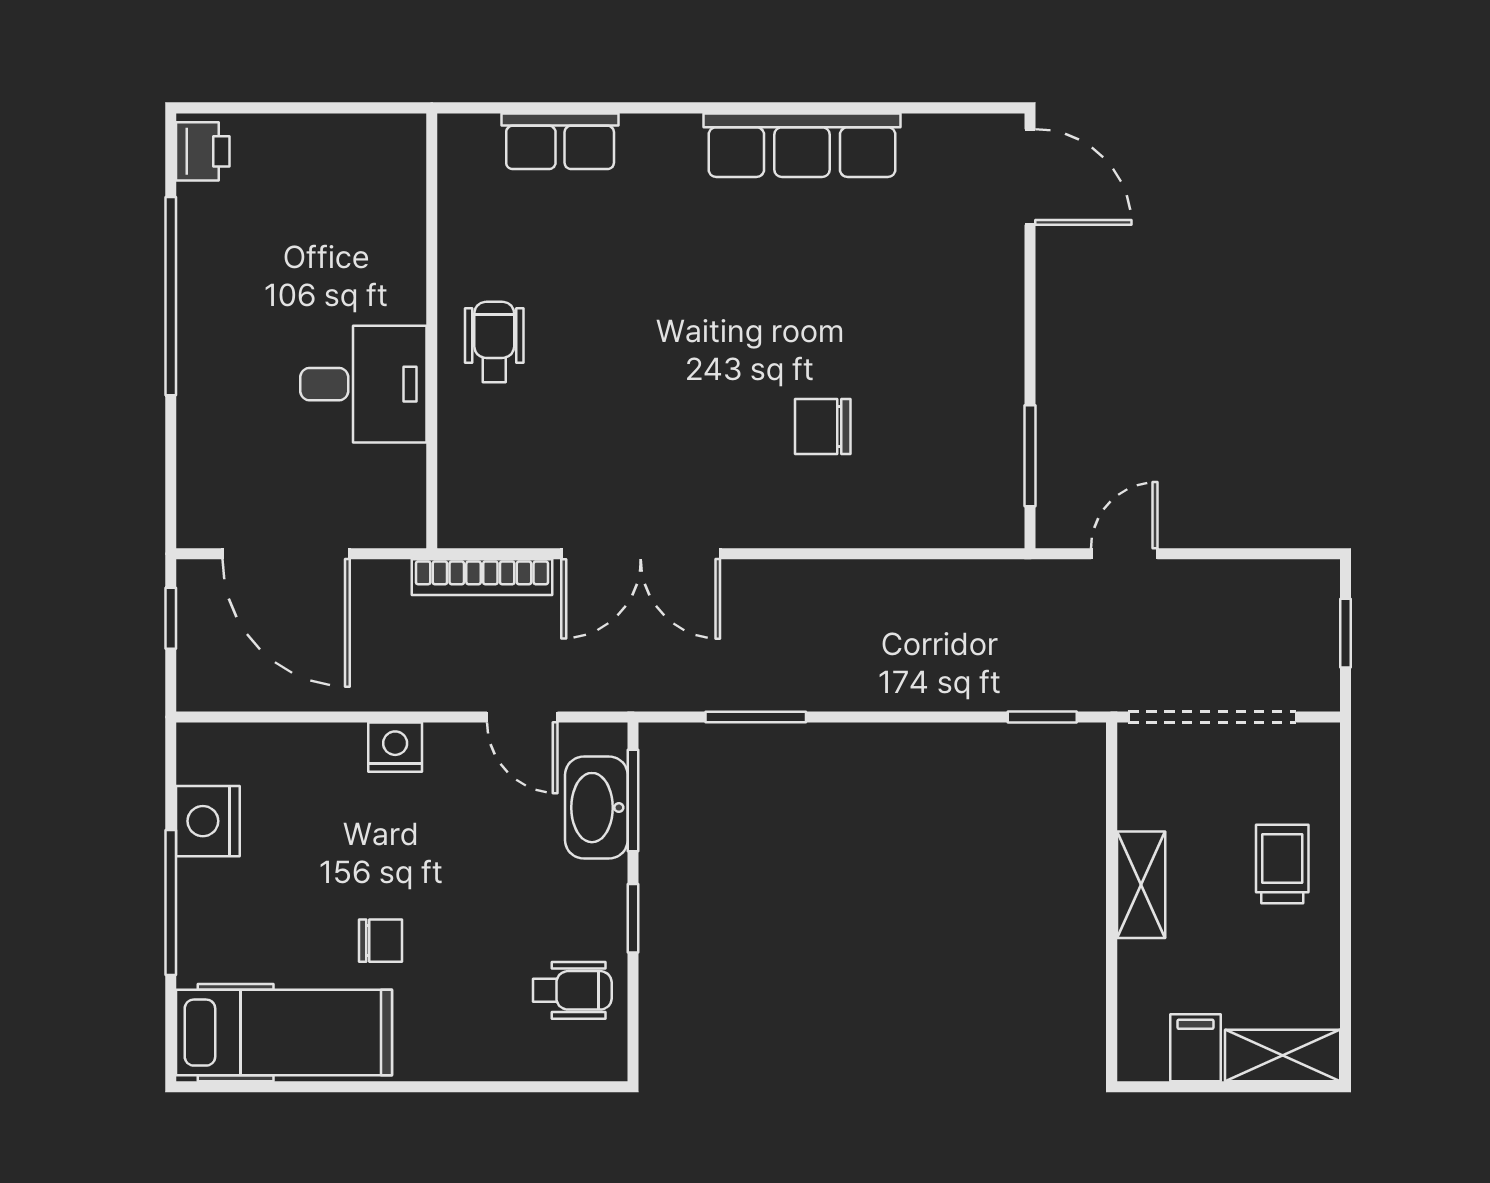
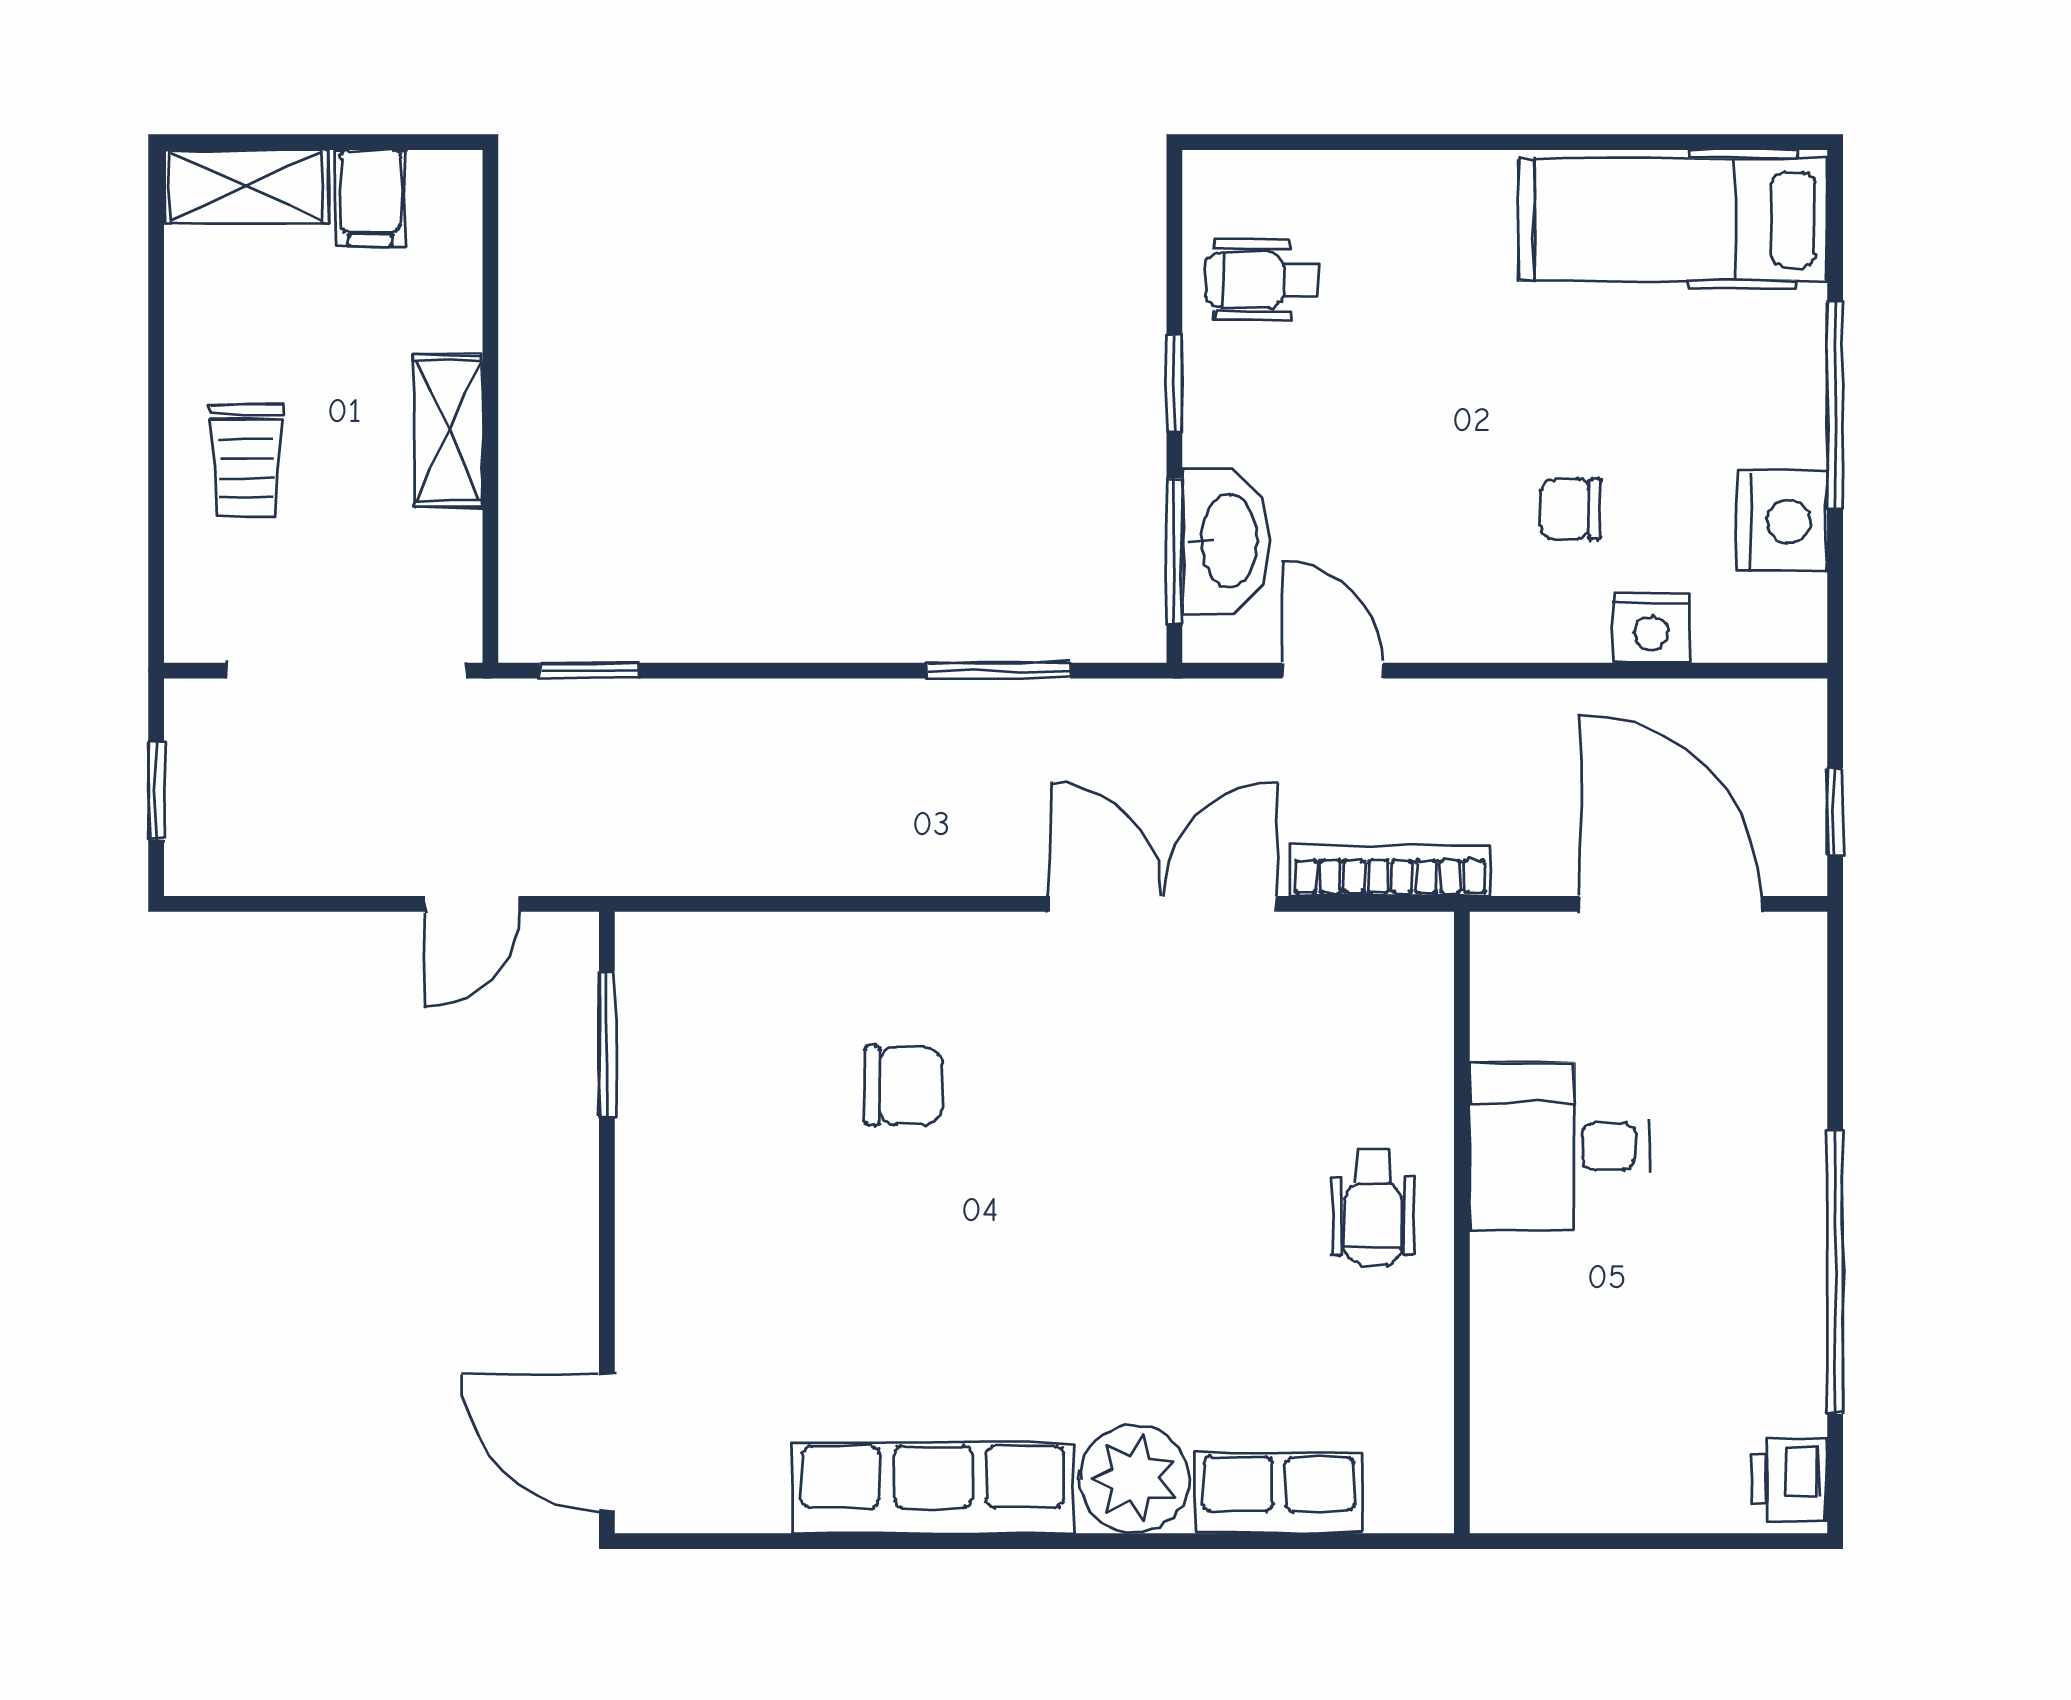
plant: (661, 151) -> (1134, 1479), added
nightstand: (395, 747) -> (1651, 628), moved
chair: (380, 941) -> (1570, 509), moved

